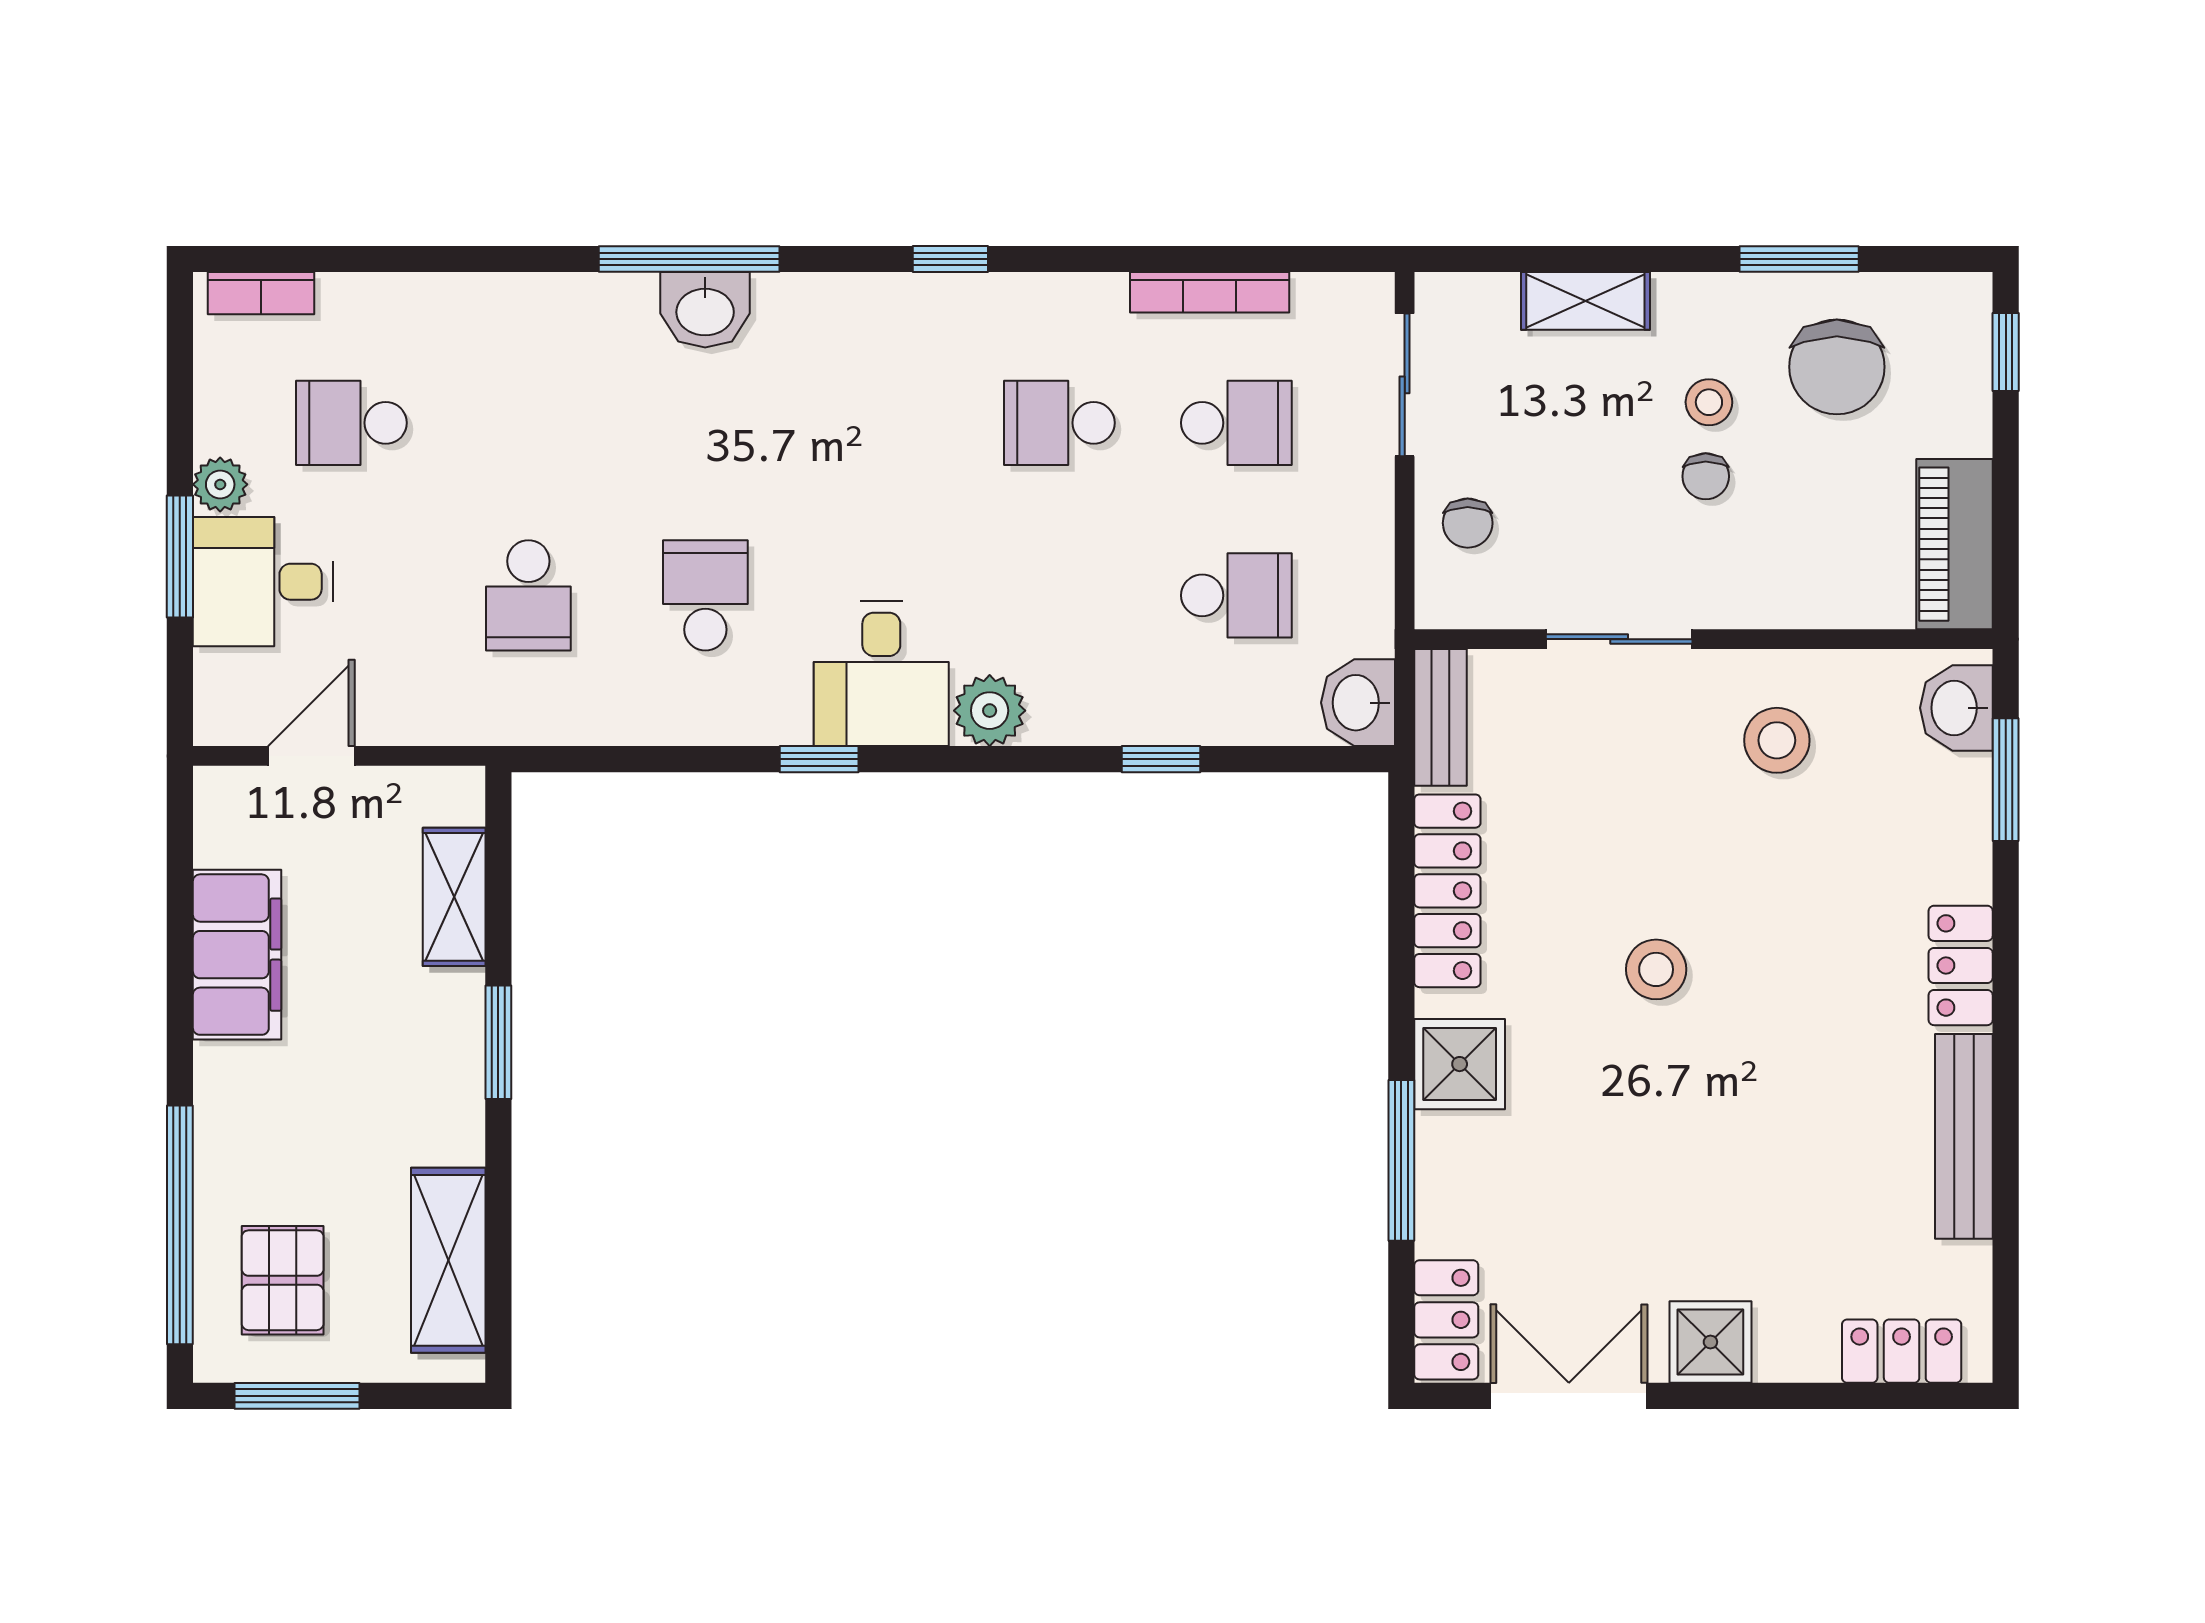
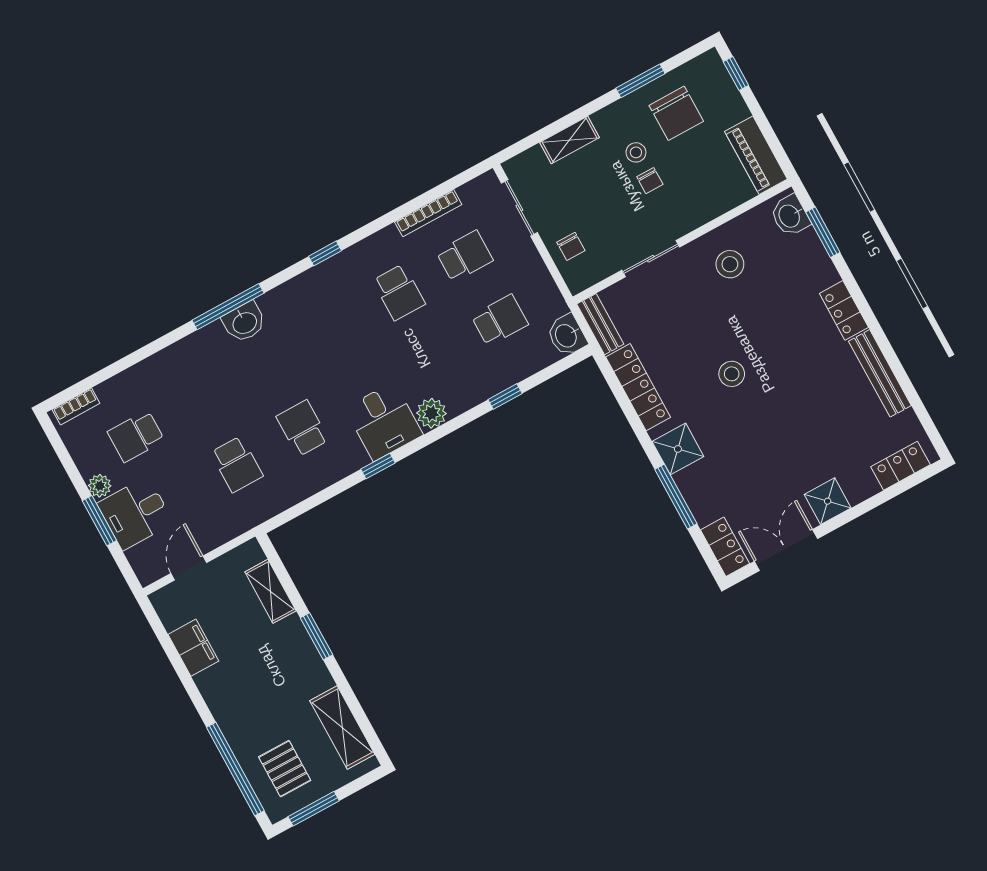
school desk: (1059, 423) -> (399, 292), turned -90
filing cabinet: (237, 955) -> (193, 648), width x0.67, depth x0.86

